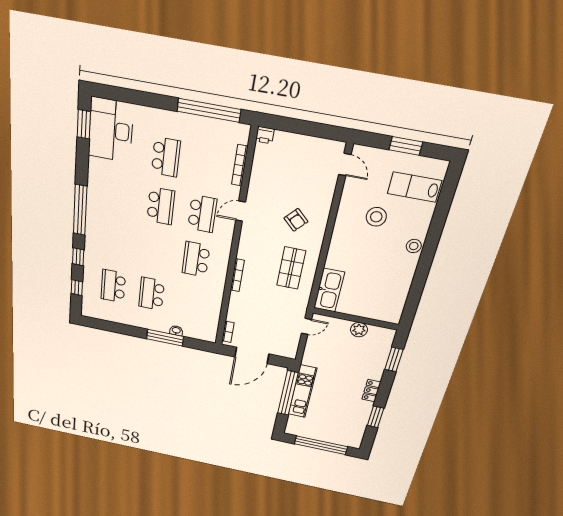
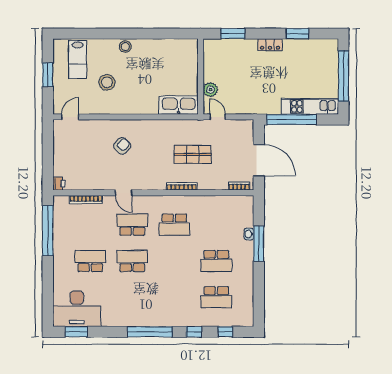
shop shelf: (291, 268) -> (193, 154), moved
plant: (359, 330) -> (210, 90), moved
kitchen unit: (302, 391) -> (310, 106), moved

